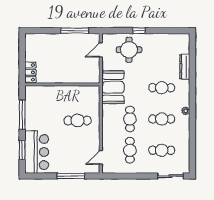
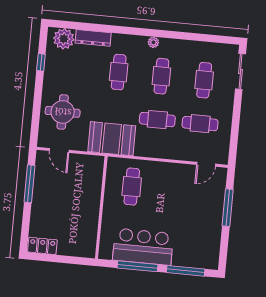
window: (139, 31) -> (41, 62), moved
plant: (182, 46) -> (64, 39), added
locker: (30, 72) -> (42, 246), moved
cafe table: (78, 120) -> (132, 187), moved
window: (22, 150) -> (186, 271), width x1.44
bar counter: (37, 152) -> (143, 247), moved
door: (101, 157) -> (206, 164), hinge flipped

